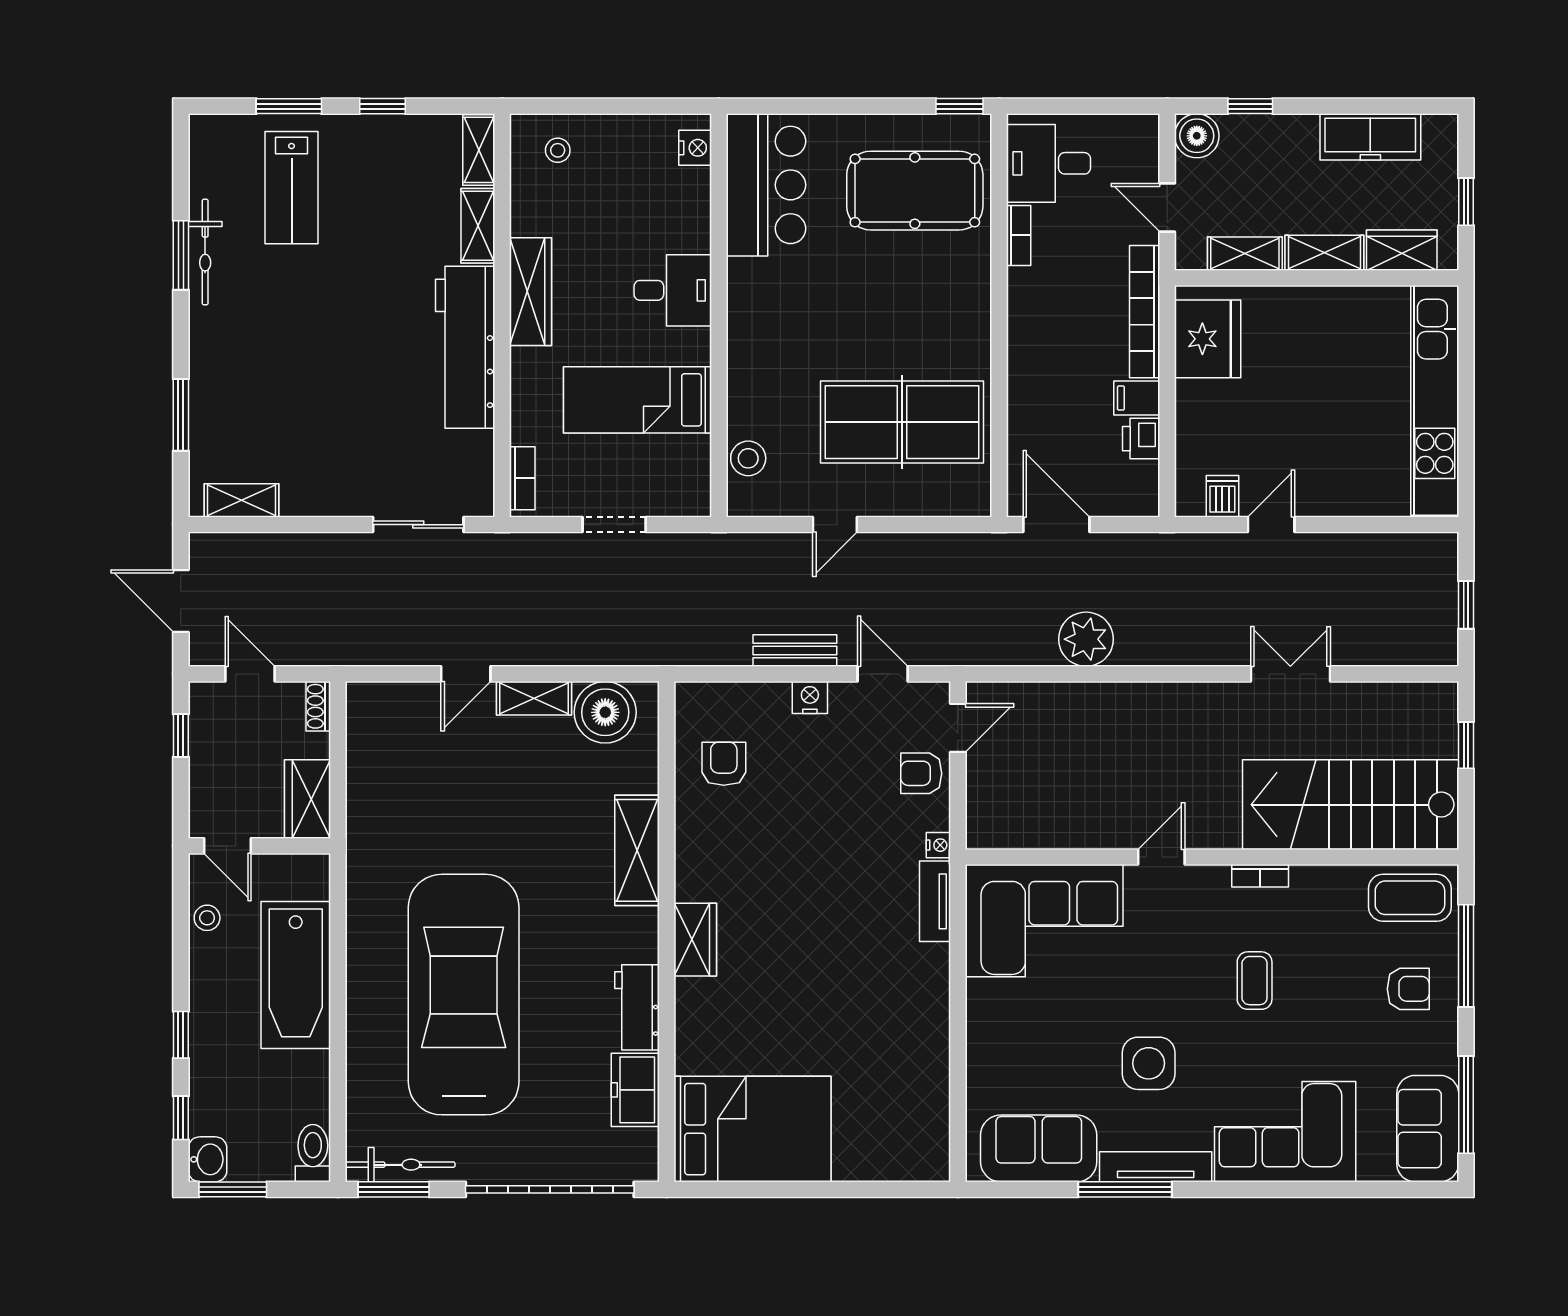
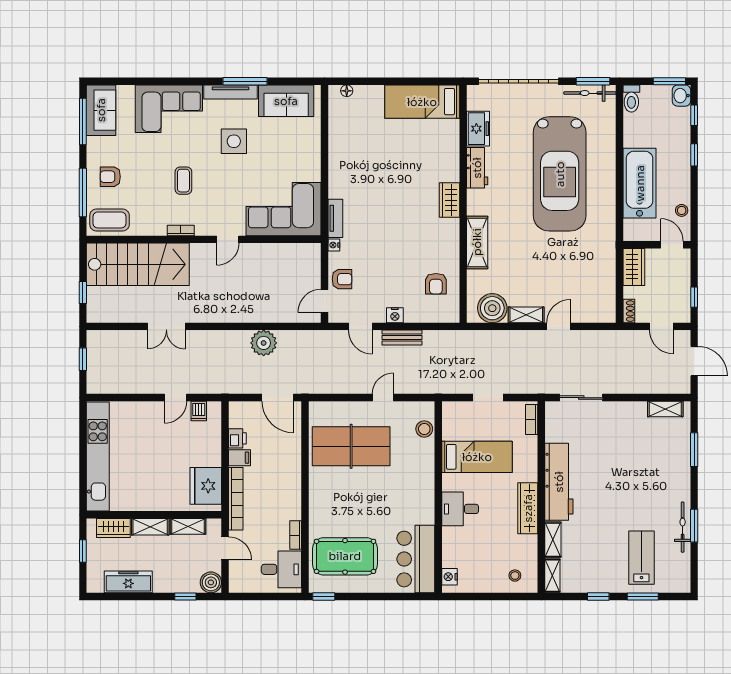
bed: (752, 1129) -> (422, 102), width x0.67
floor lamp: (911, 1169) -> (347, 91), added

